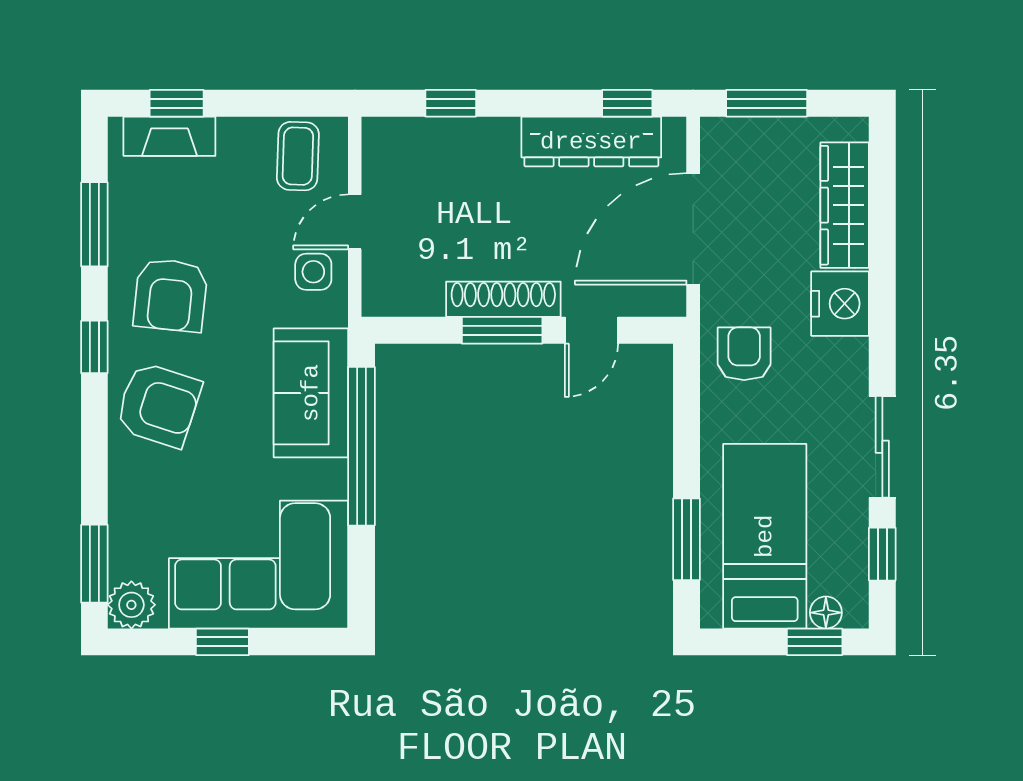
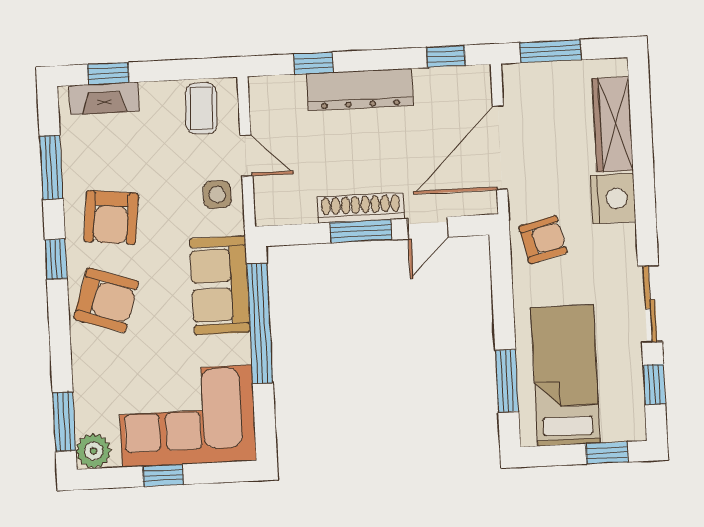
dresser: (591, 142) -> (360, 89), moved
door: (355, 222) -> (246, 156), swing flipped
armchair: (744, 354) -> (543, 240), turned 76
floor lamp: (826, 613) -> (614, 430), removed

